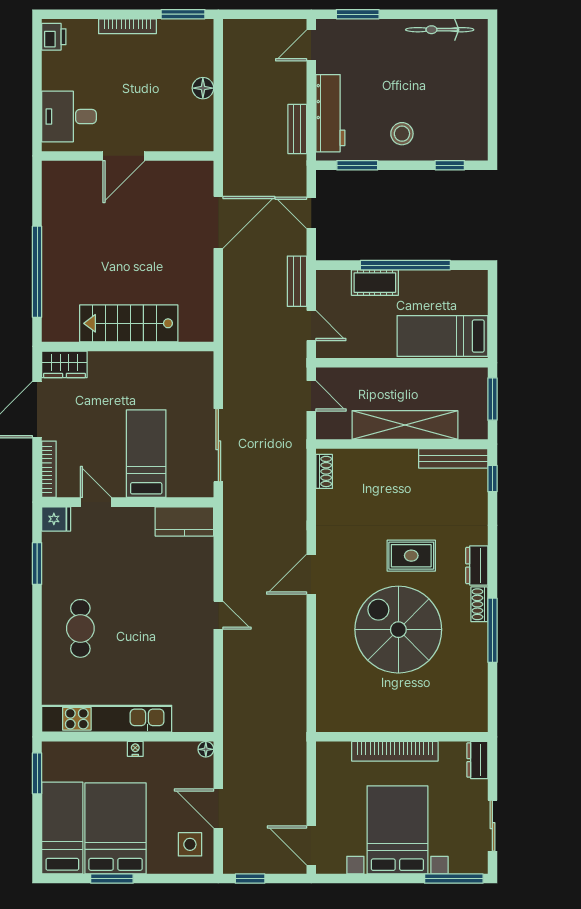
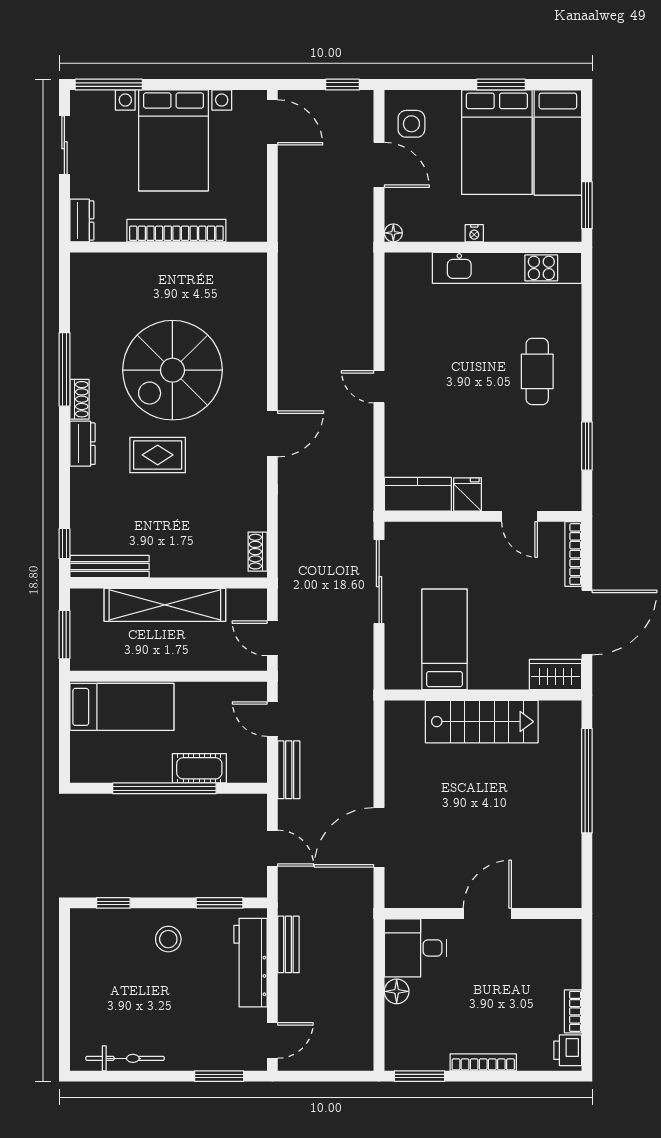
bookcase: (49, 71) -> (573, 1011), added
desk: (69, 117) -> (416, 948), moved, turned 180
bed: (146, 454) -> (445, 639), moved, turned 180
fridge: (56, 519) -> (468, 494), moved, turned 90
spiral stairs: (398, 630) -> (172, 370), turned 90

